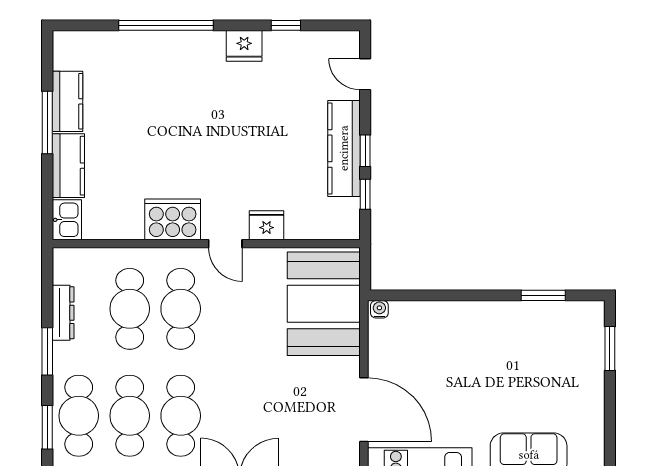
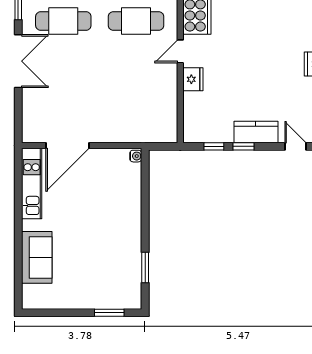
door: (365, 74) -> (296, 146), hinge flipped
kitchen counter: (344, 148) -> (256, 132), width x0.67
booth: (324, 304) -> (139, 118), removed

